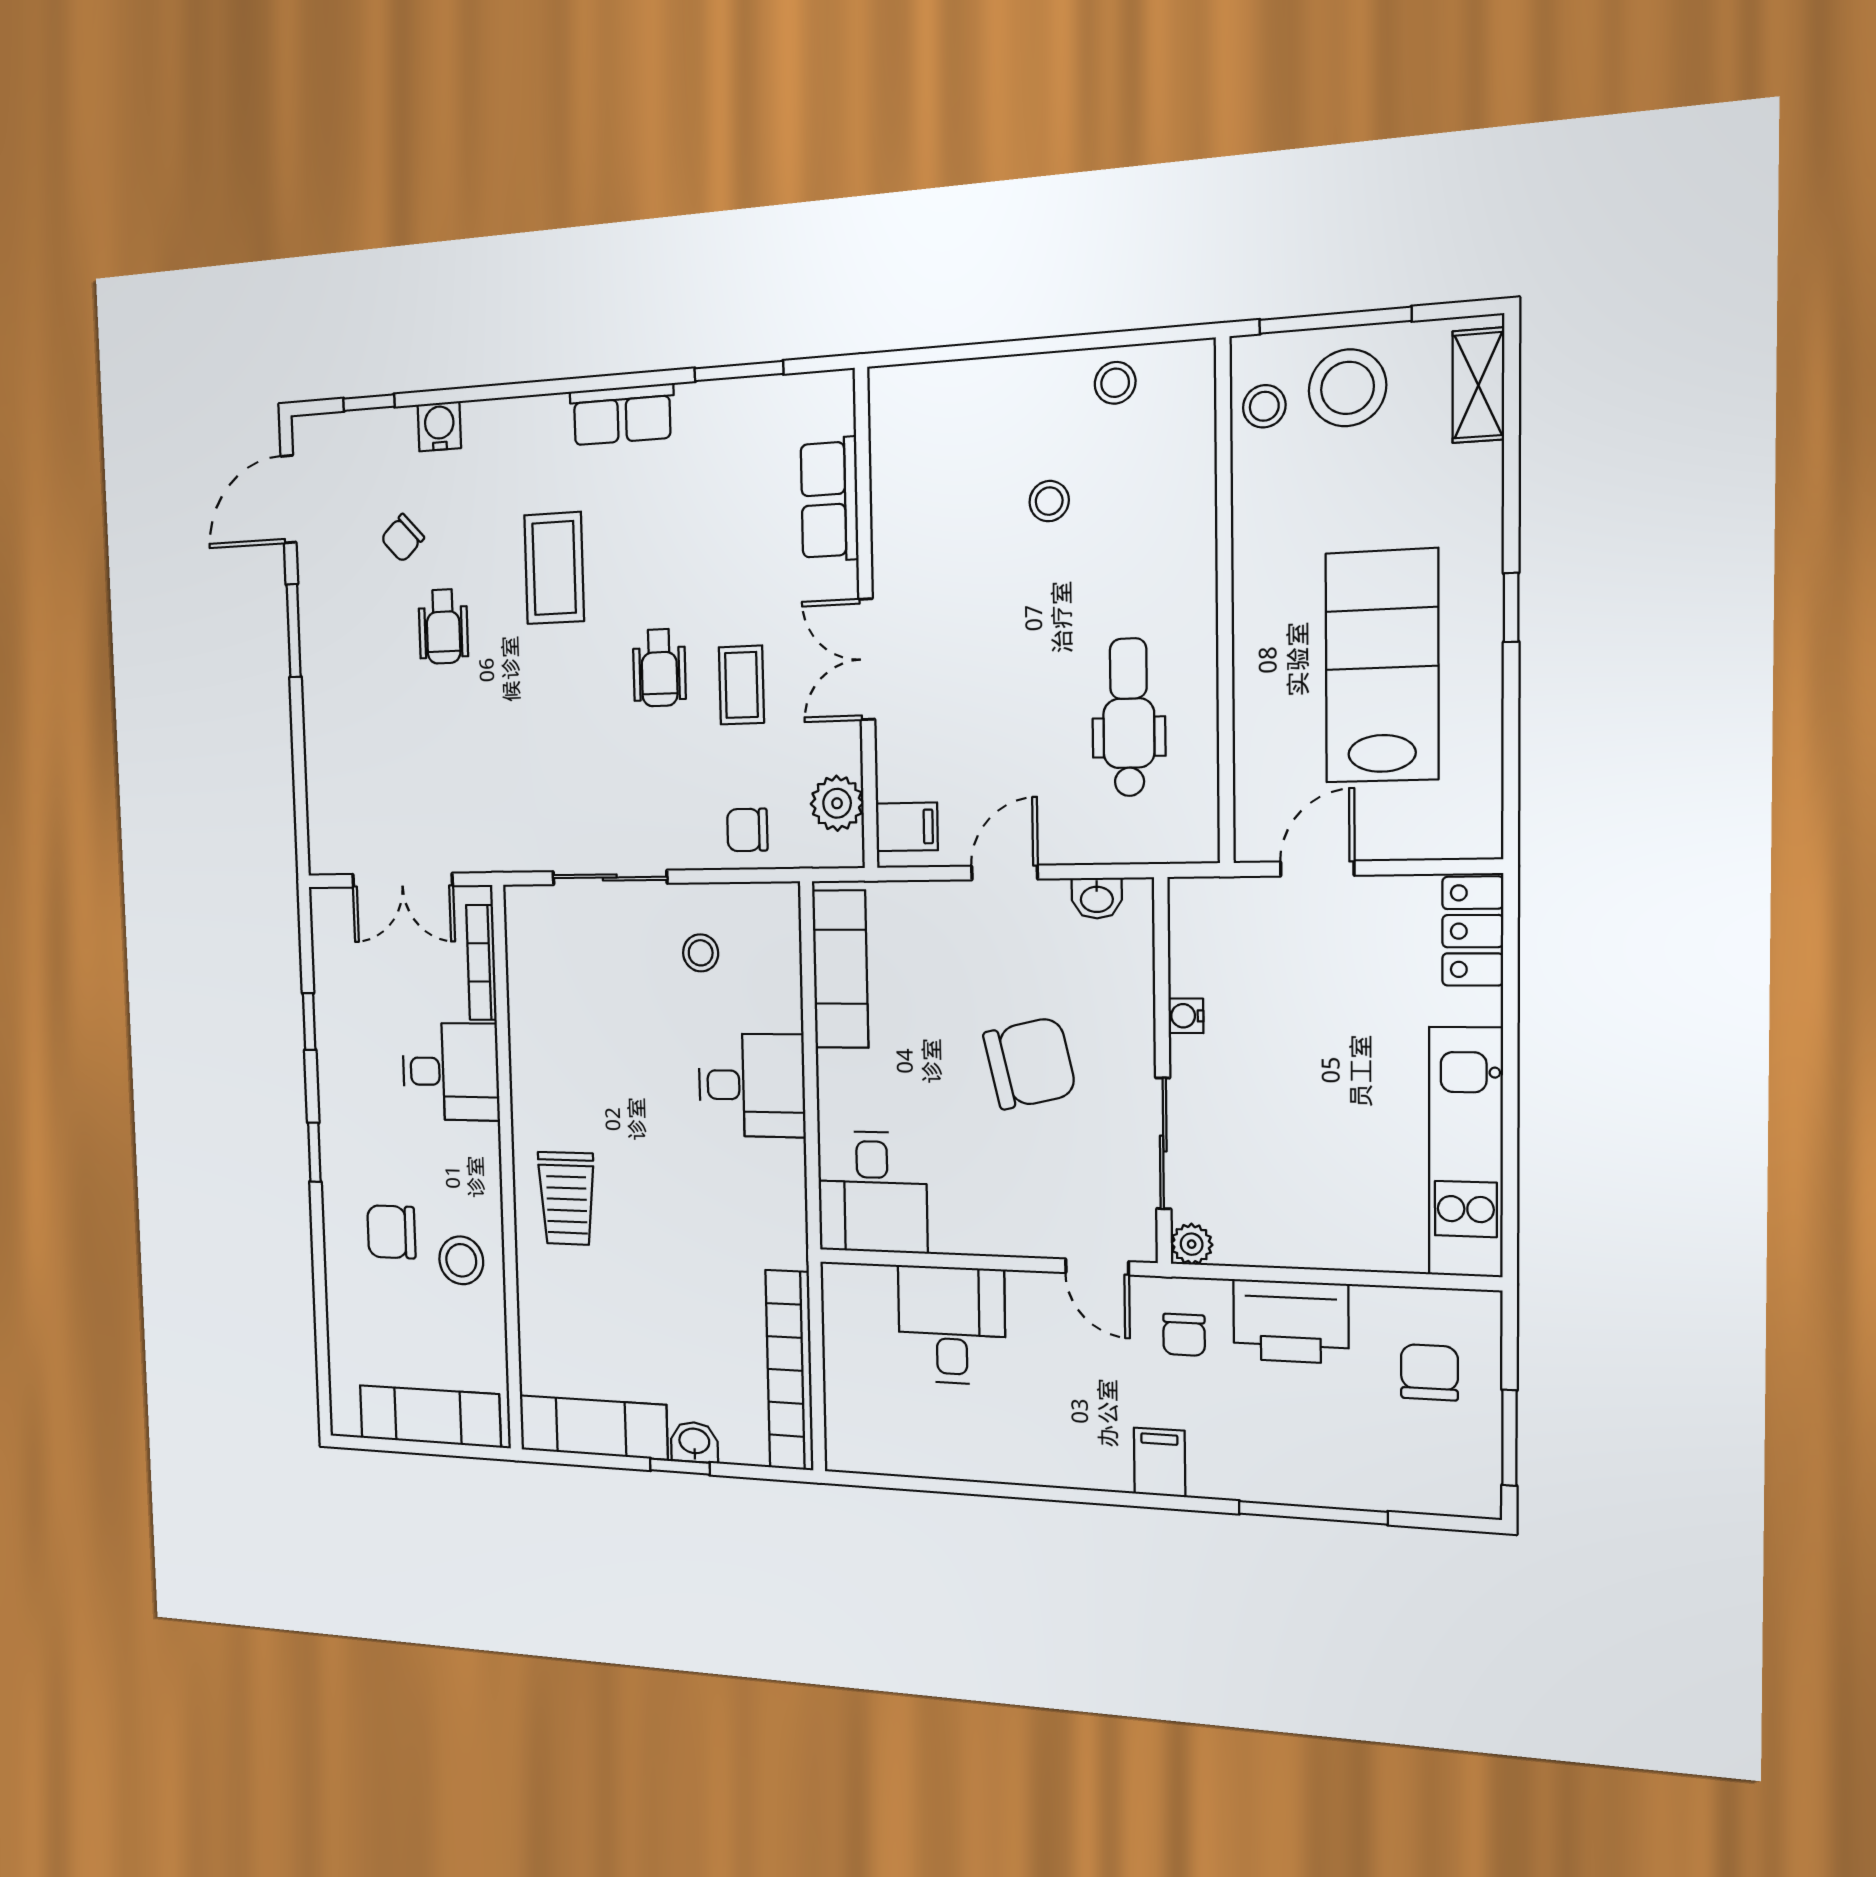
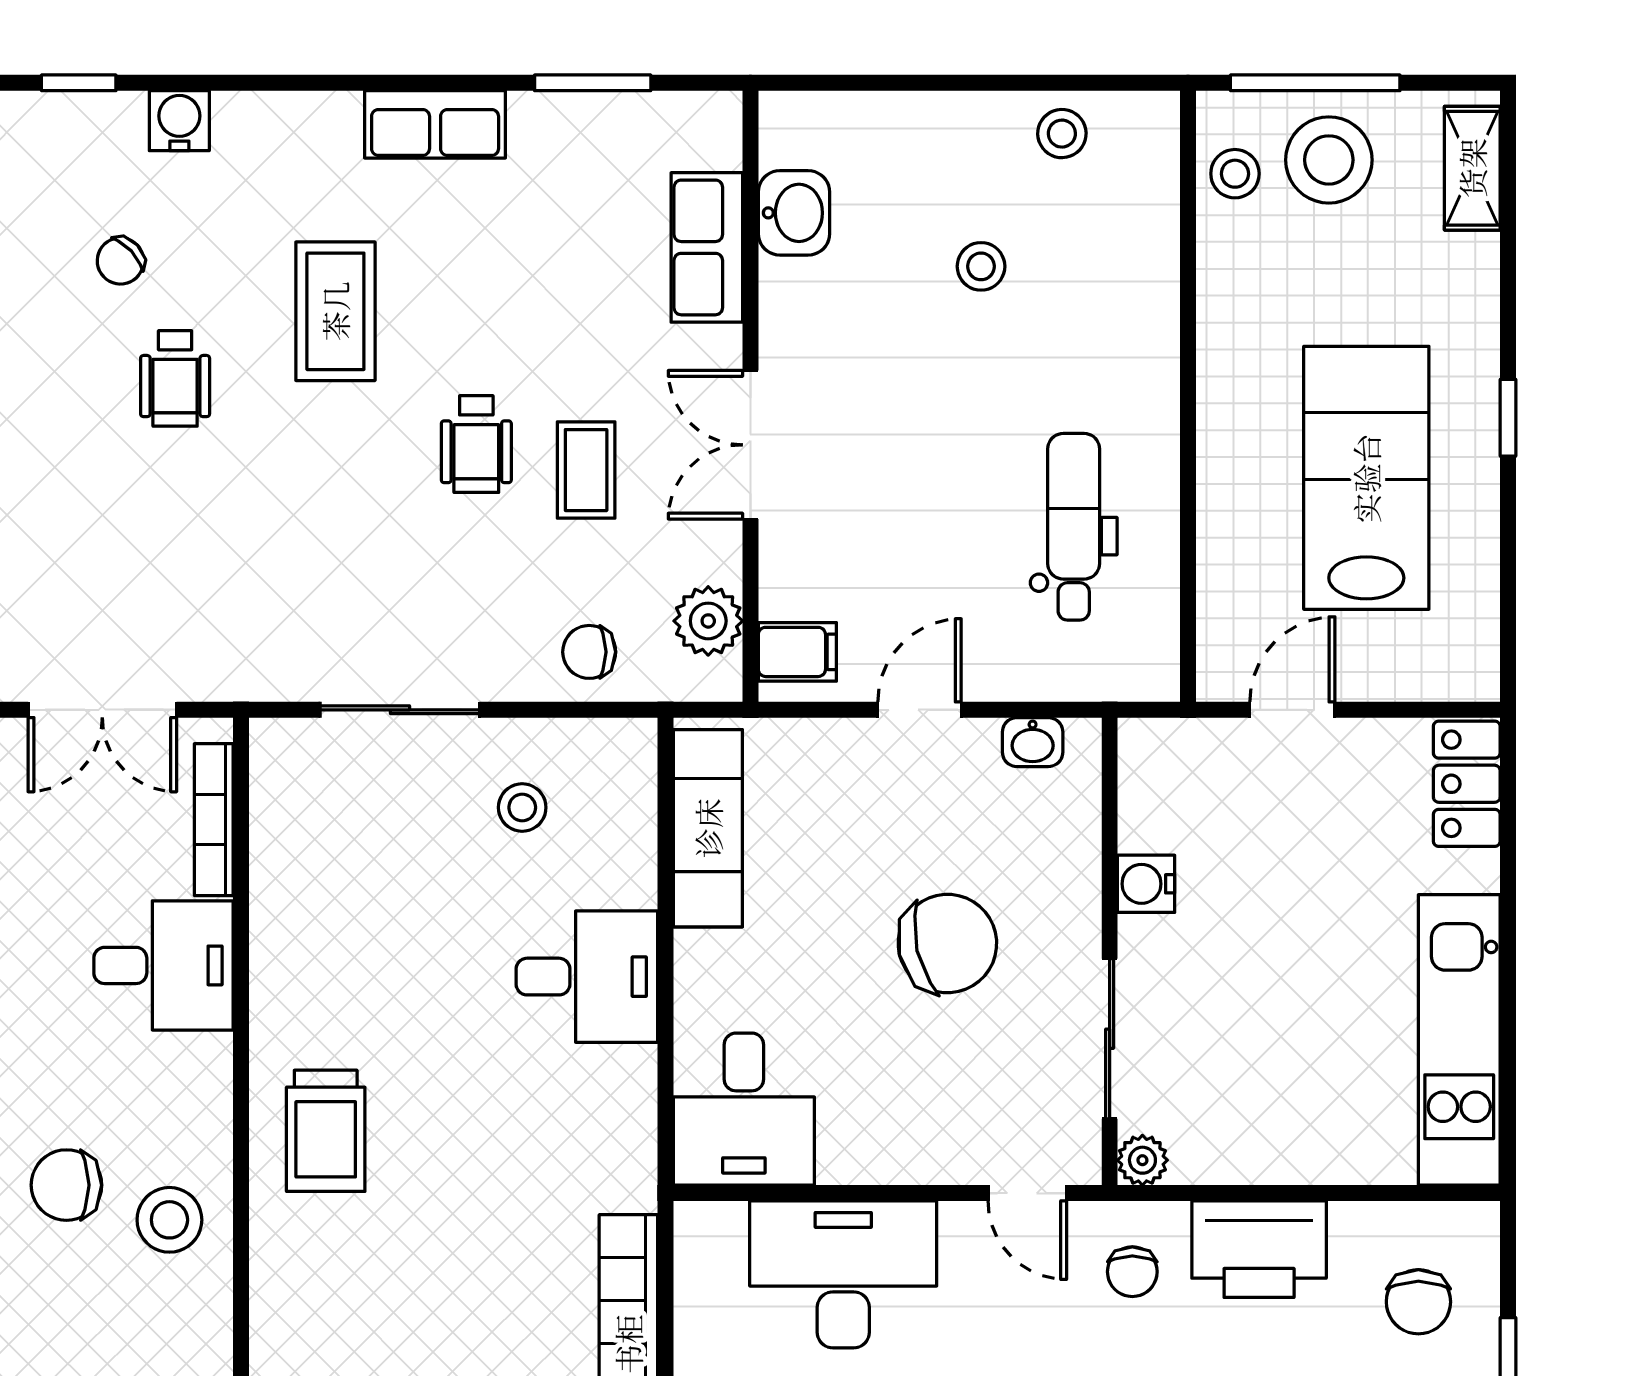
washbasin: (897, 466) -> (794, 213), added
water cooler: (1186, 1016) -> (1146, 884), width x1.38, depth x1.38
desk: (952, 1325) -> (843, 1274), width x1.37
chair: (1429, 1372) -> (1418, 1302), turned 180

